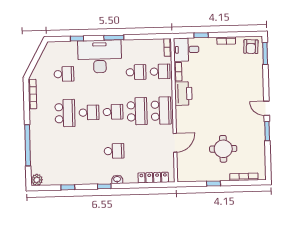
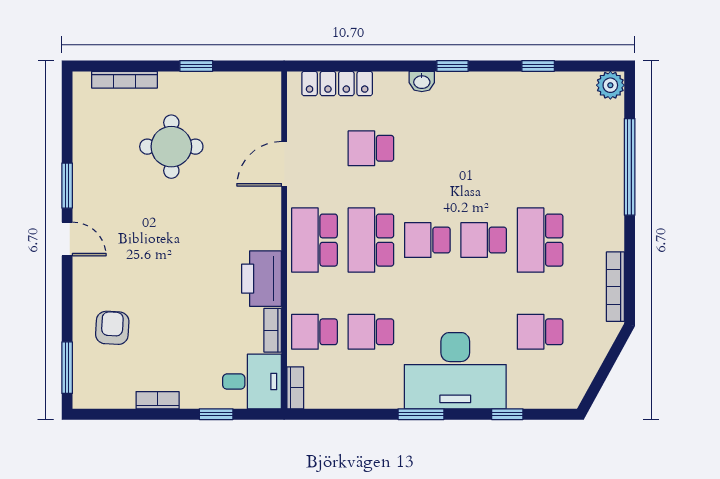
armchair: (251, 47) -> (112, 328), moved
school desk: (114, 151) -> (371, 148), moved

